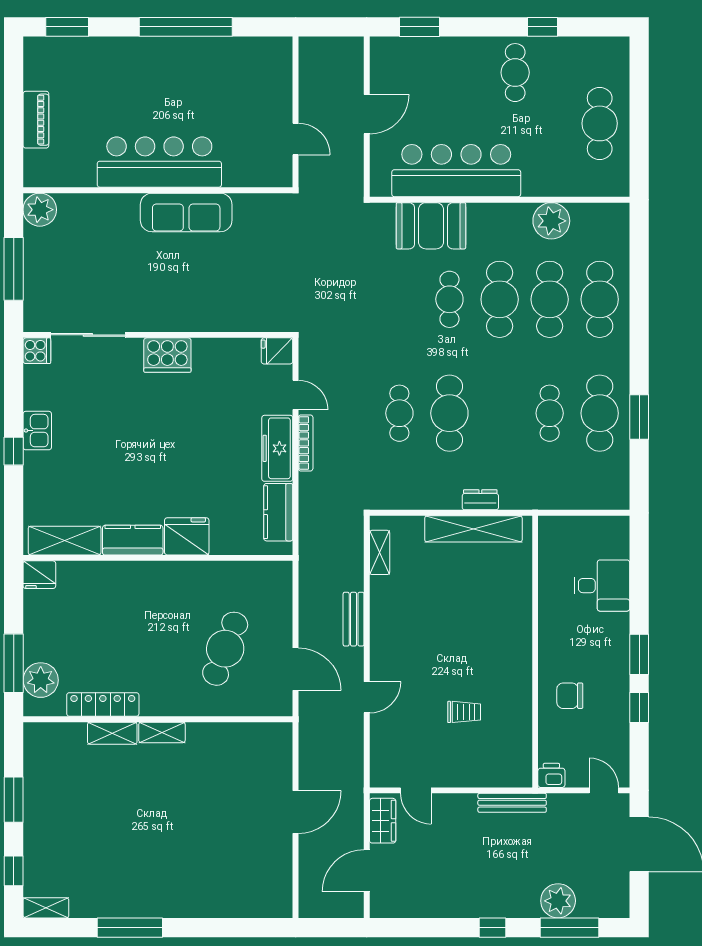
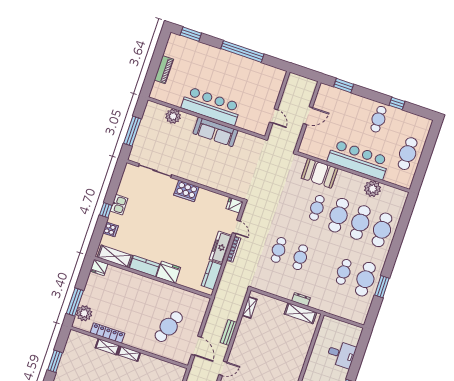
bar counter: (456, 171) -> (358, 160), moved
plant: (40, 210) -> (173, 116), moved
cooker: (37, 351) -> (111, 229), moved
cafe table: (449, 413) -> (300, 257), width x0.73, depth x0.74
shelving: (473, 529) -> (300, 313), width x0.68

